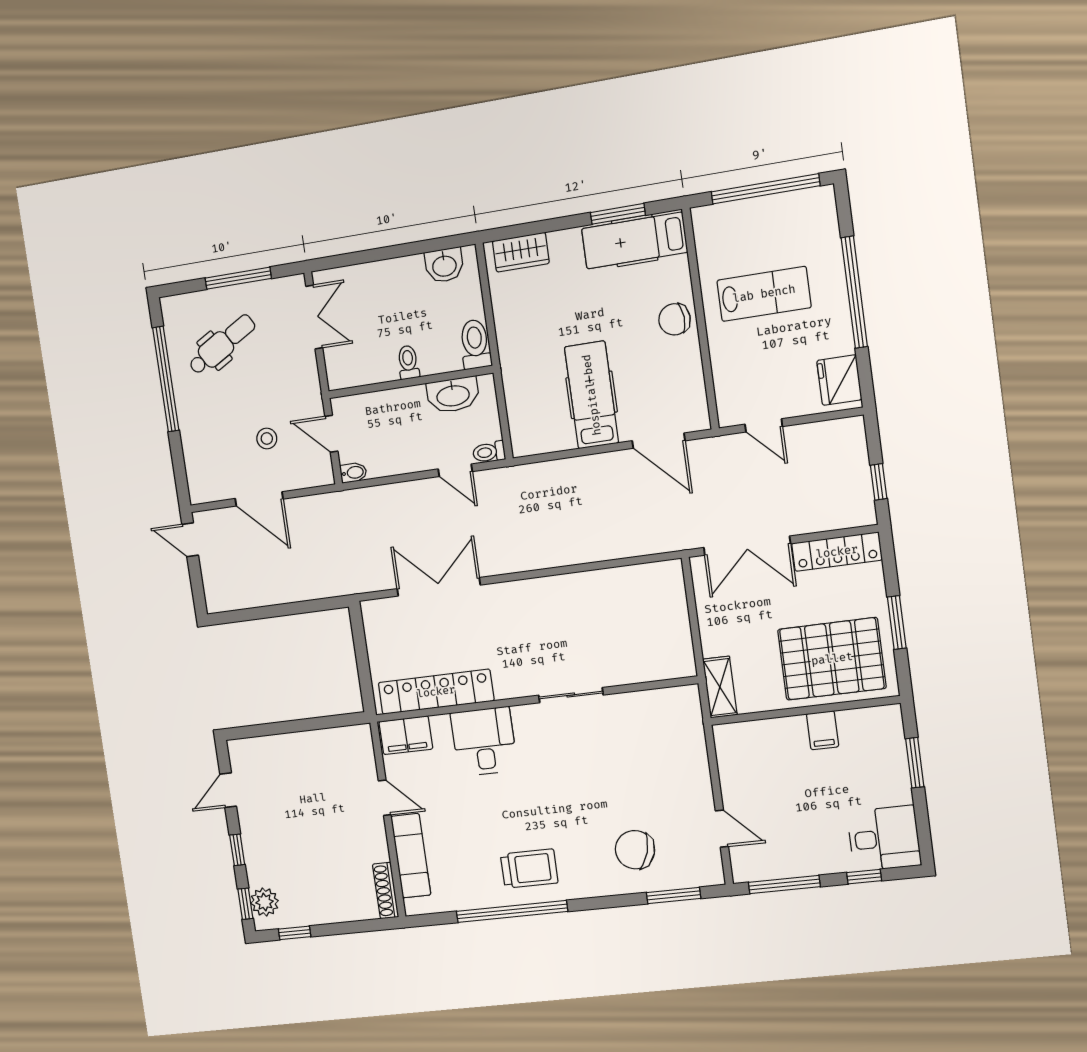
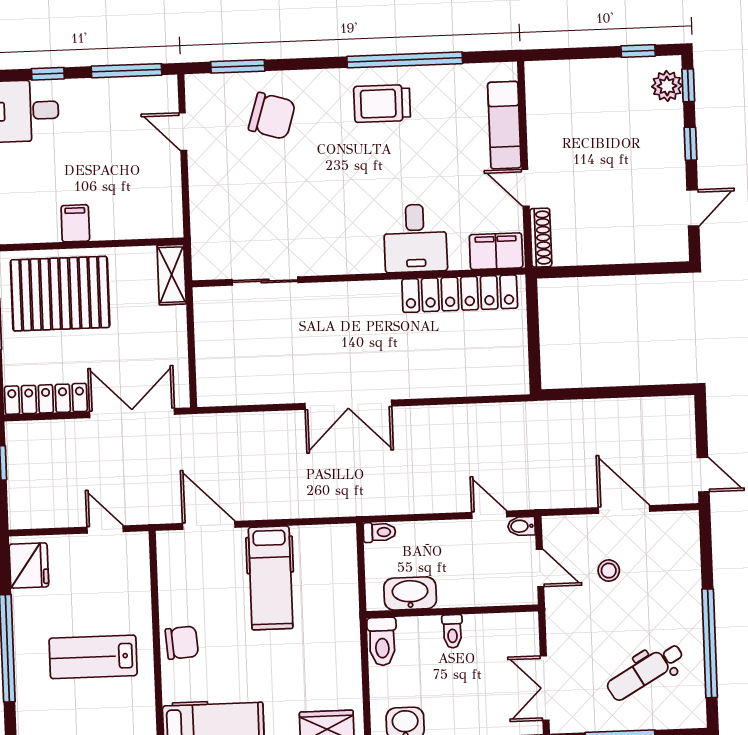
door: (455, 470) -> (489, 515), moved
double door: (439, 587) -> (348, 405), moved
sliding door: (571, 695) -> (265, 281), moved
shoe rack: (386, 891) -> (541, 238), moved

